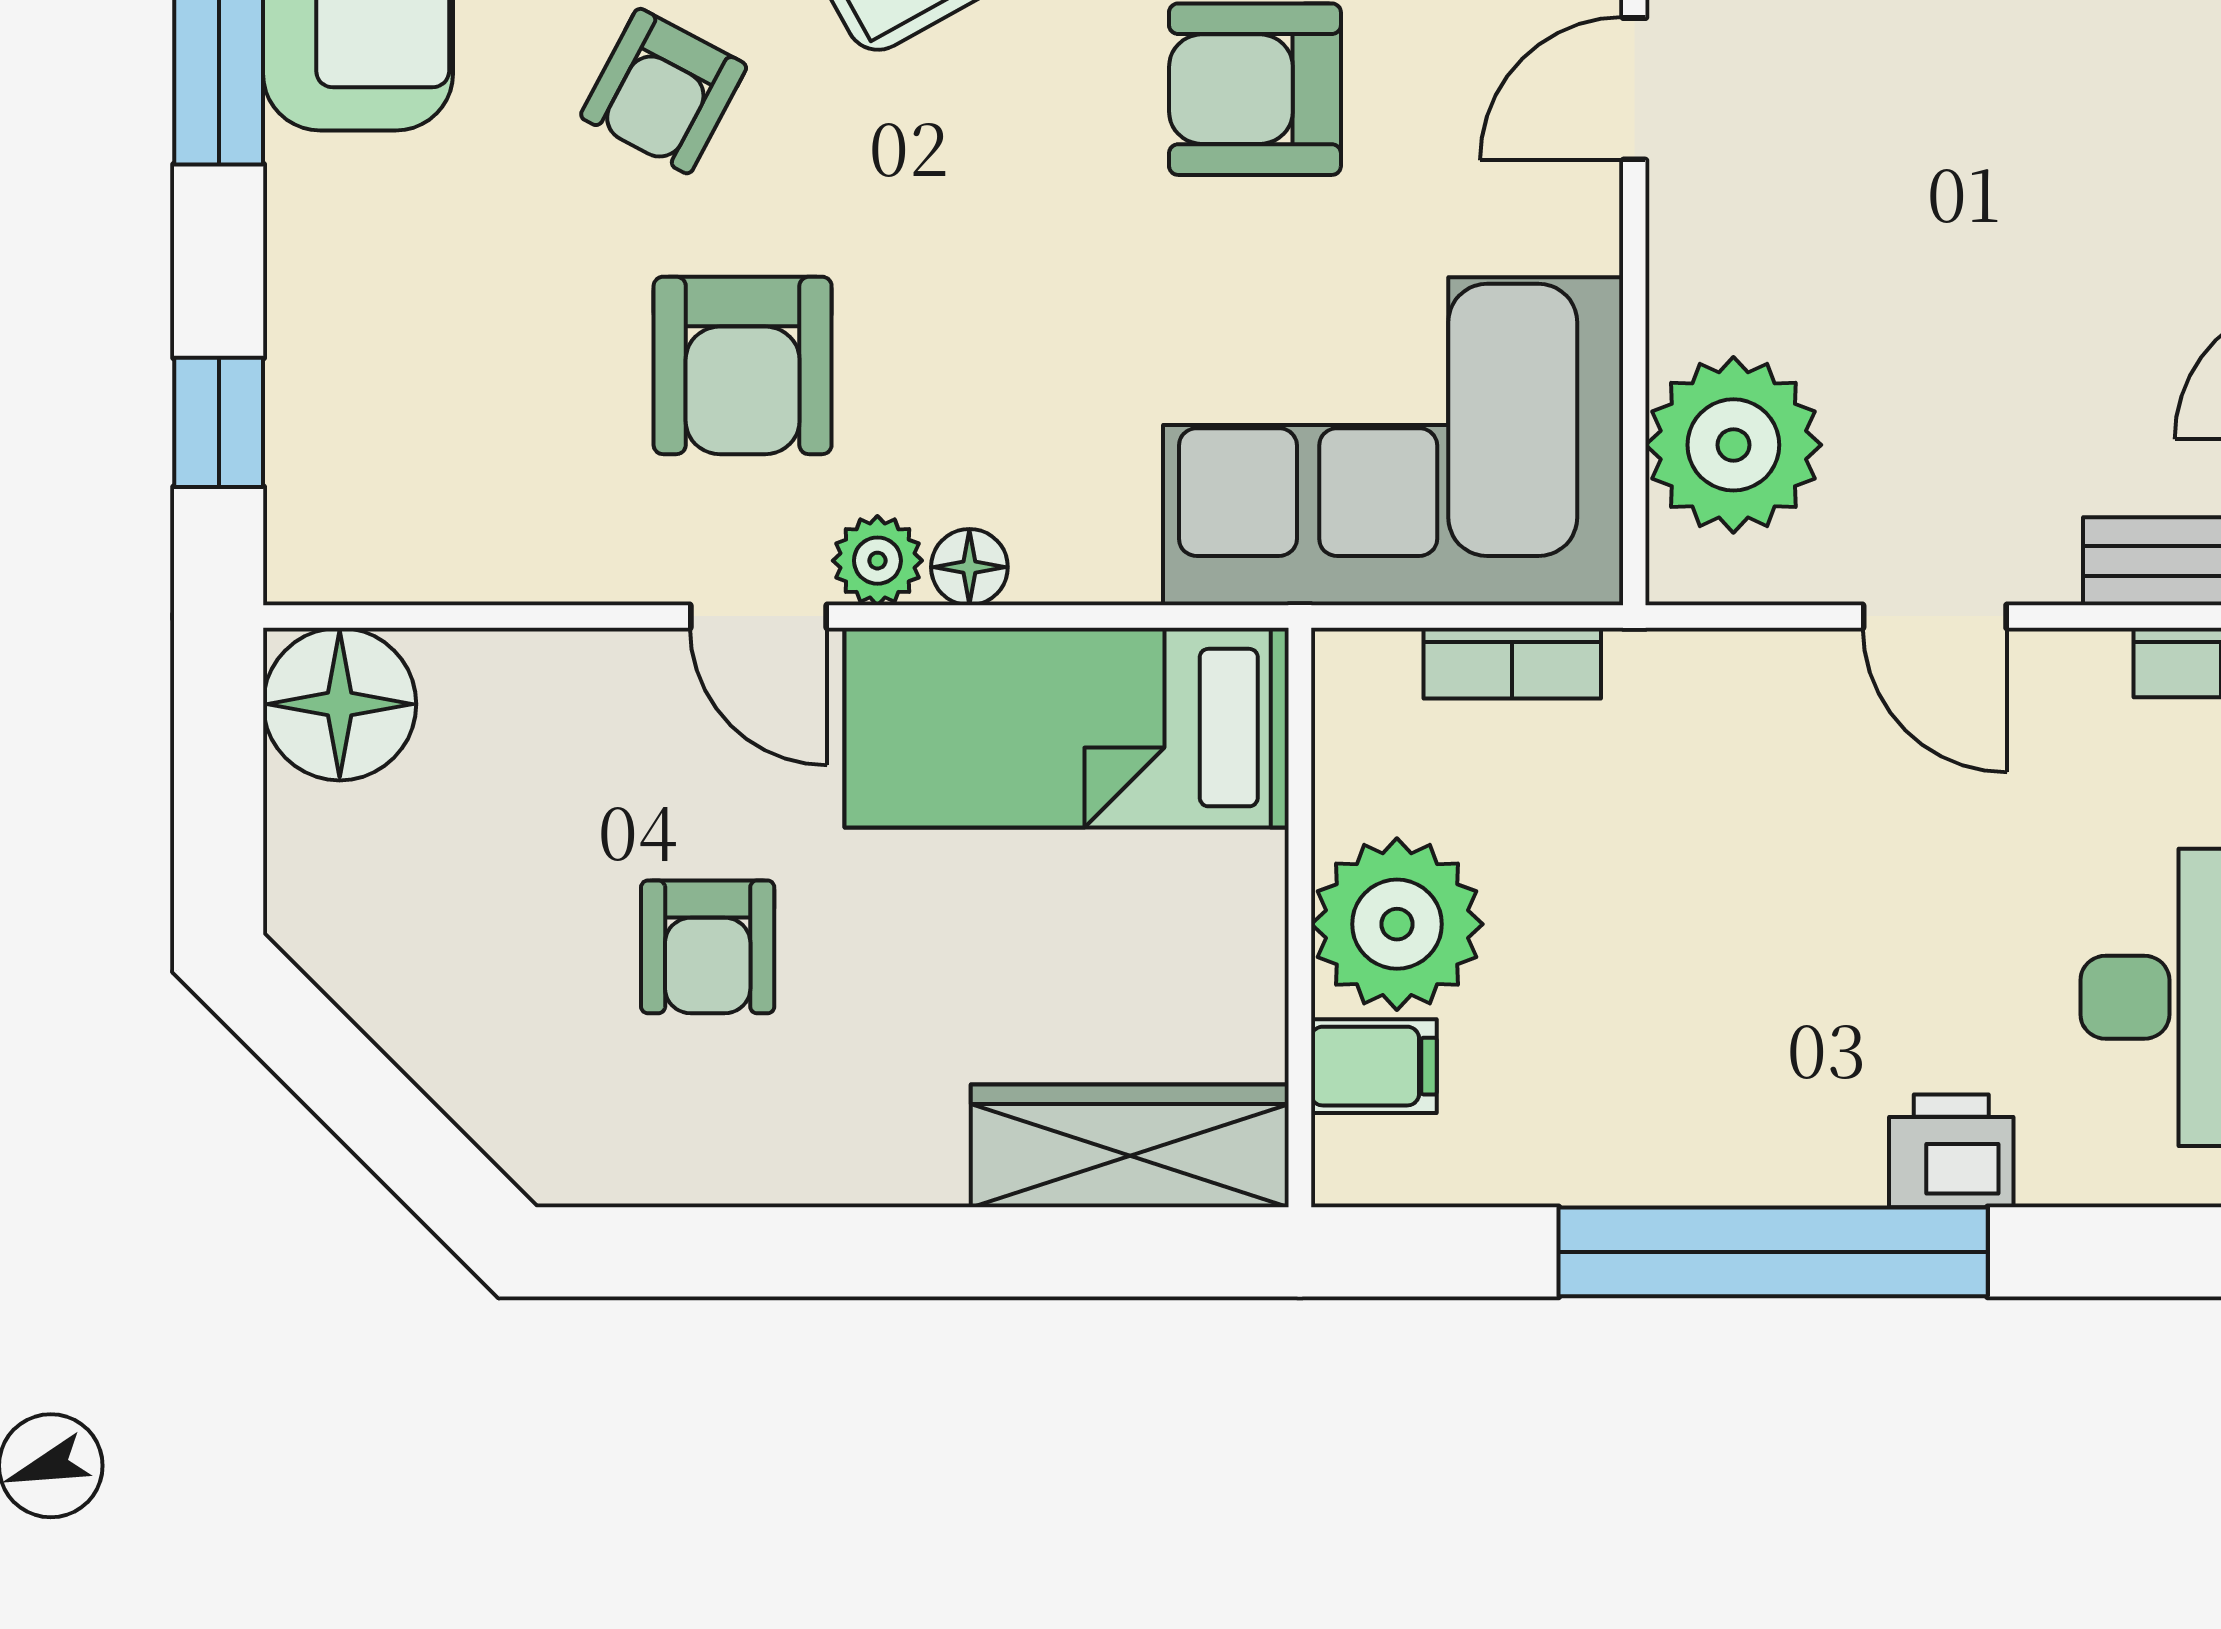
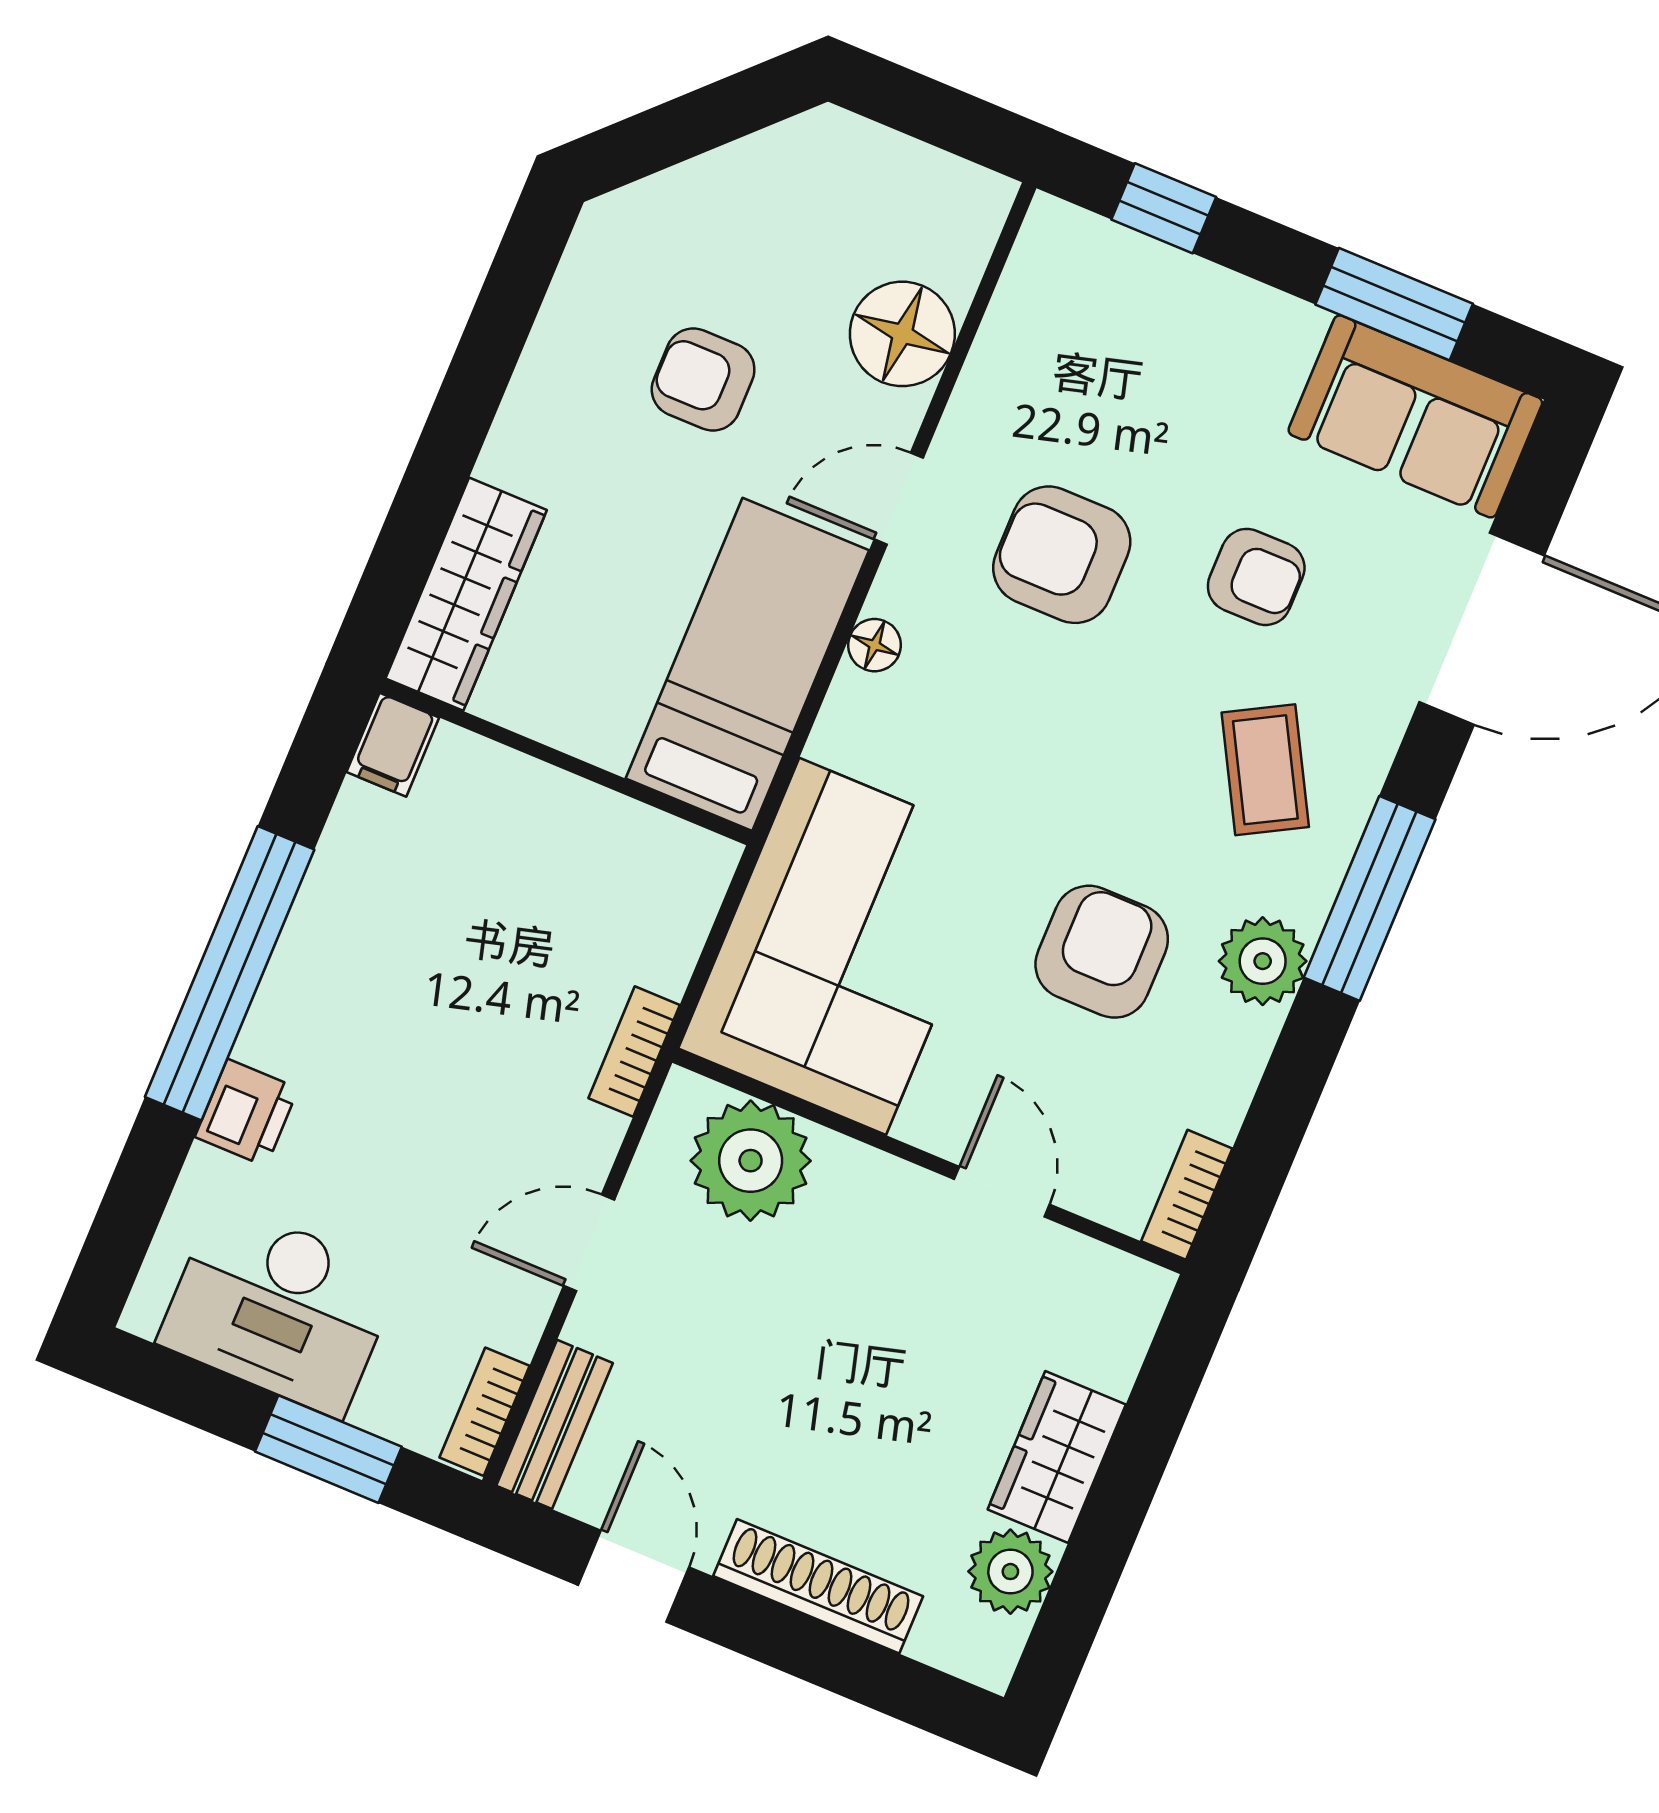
armchair: (664, 91) -> (1256, 577), turned 152
plant: (877, 561) -> (903, 589), removed
bookcase: (1512, 663) -> (634, 1052), moved
floor lamp: (340, 704) -> (902, 334), moved
plant: (1397, 924) -> (536, 822), removed
filing cabinet: (1374, 1066) -> (393, 745), moved

